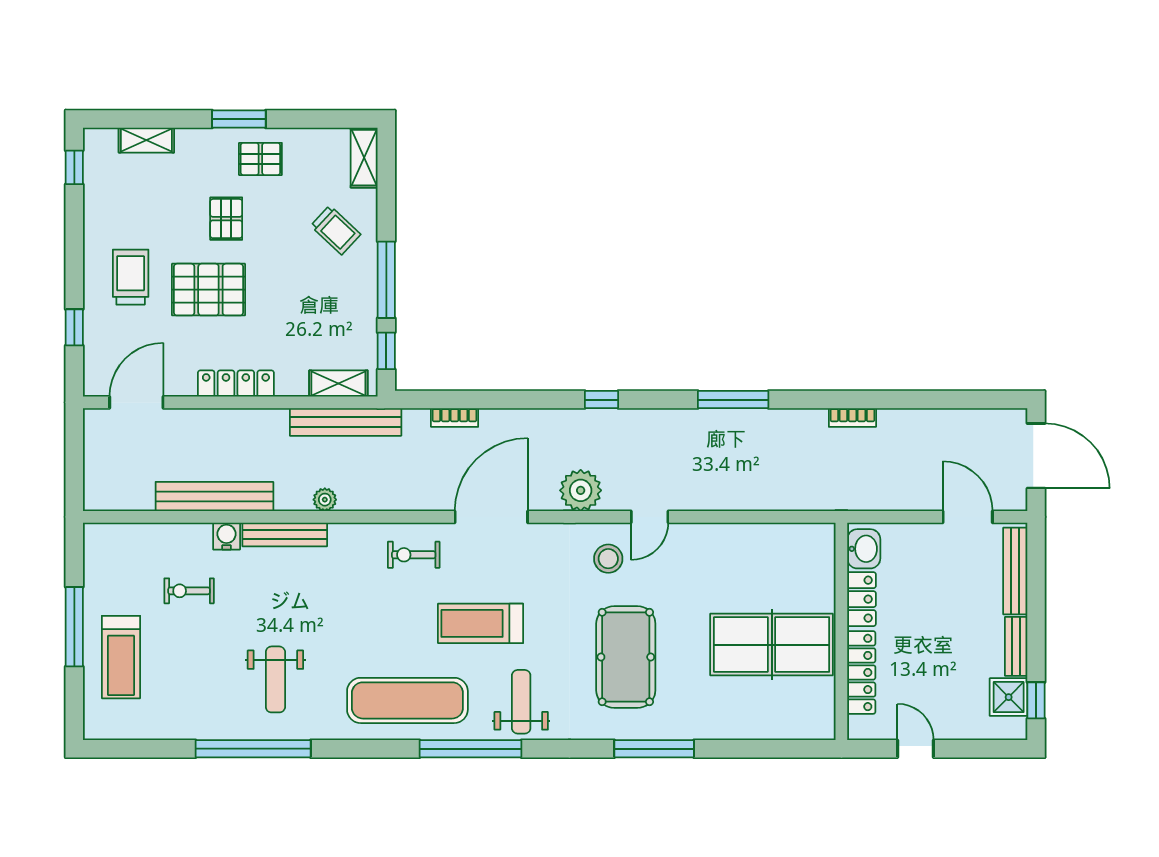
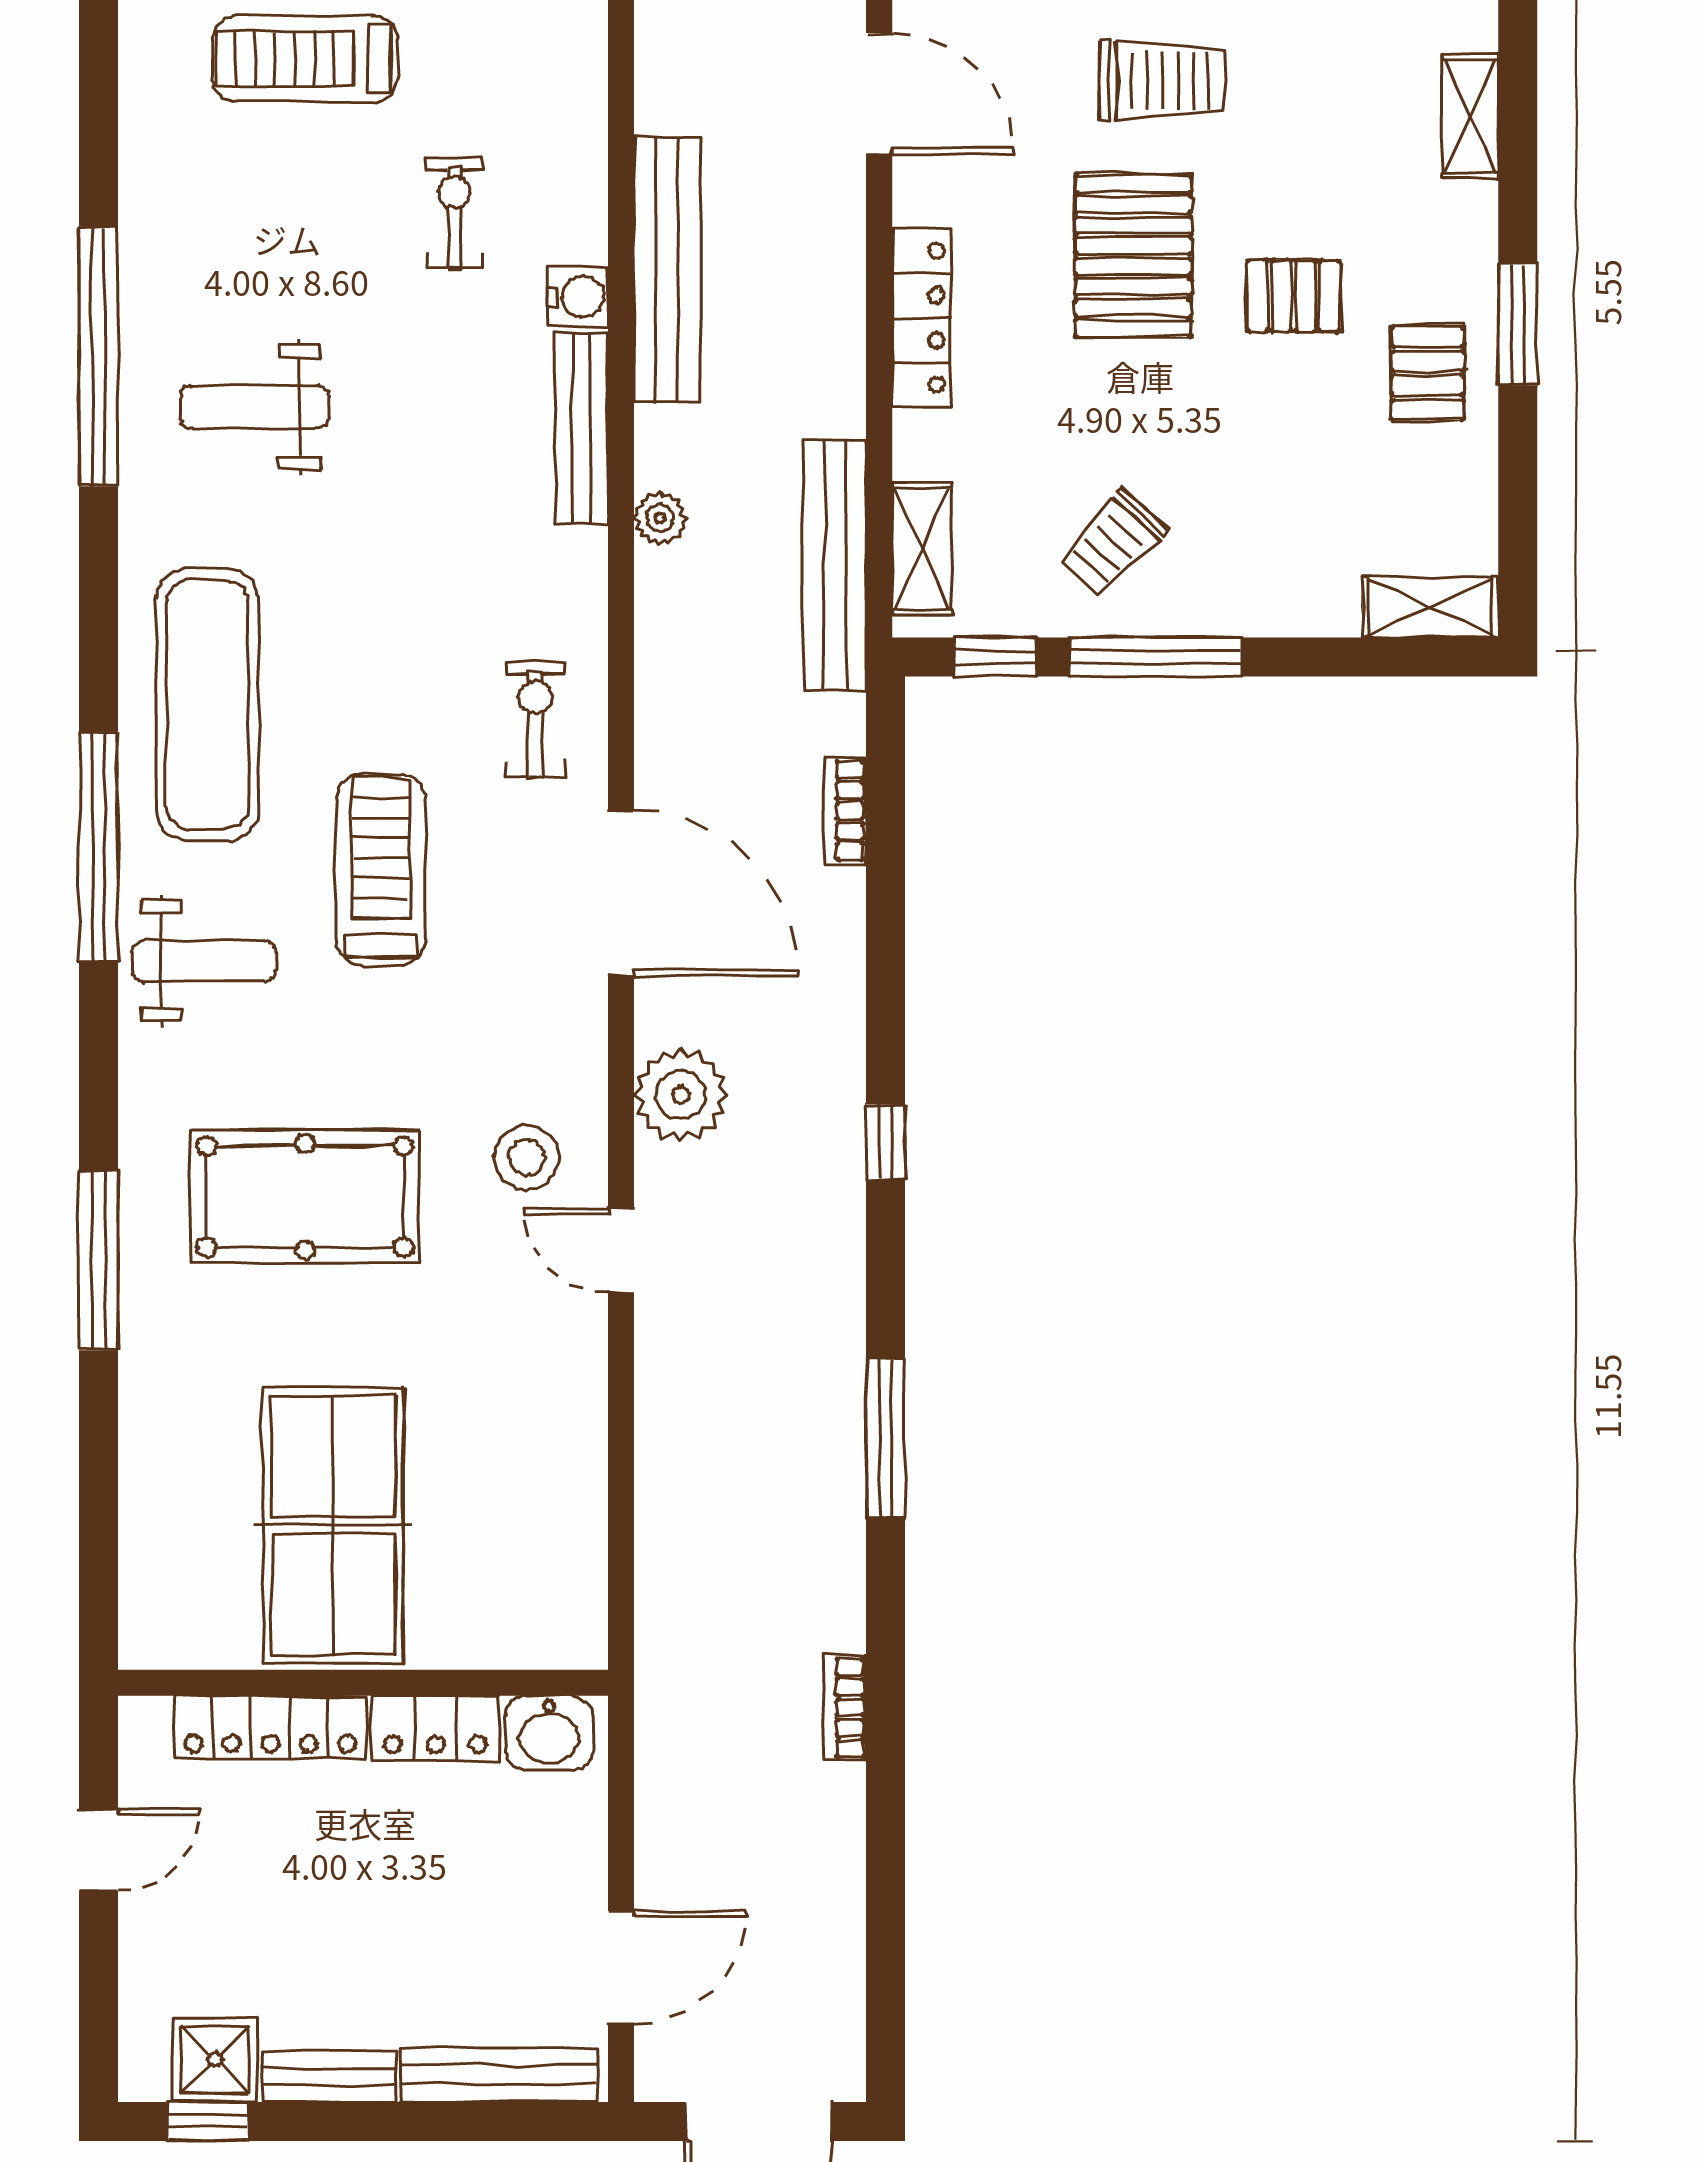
trolley: (336, 230) -> (1112, 544), moved

